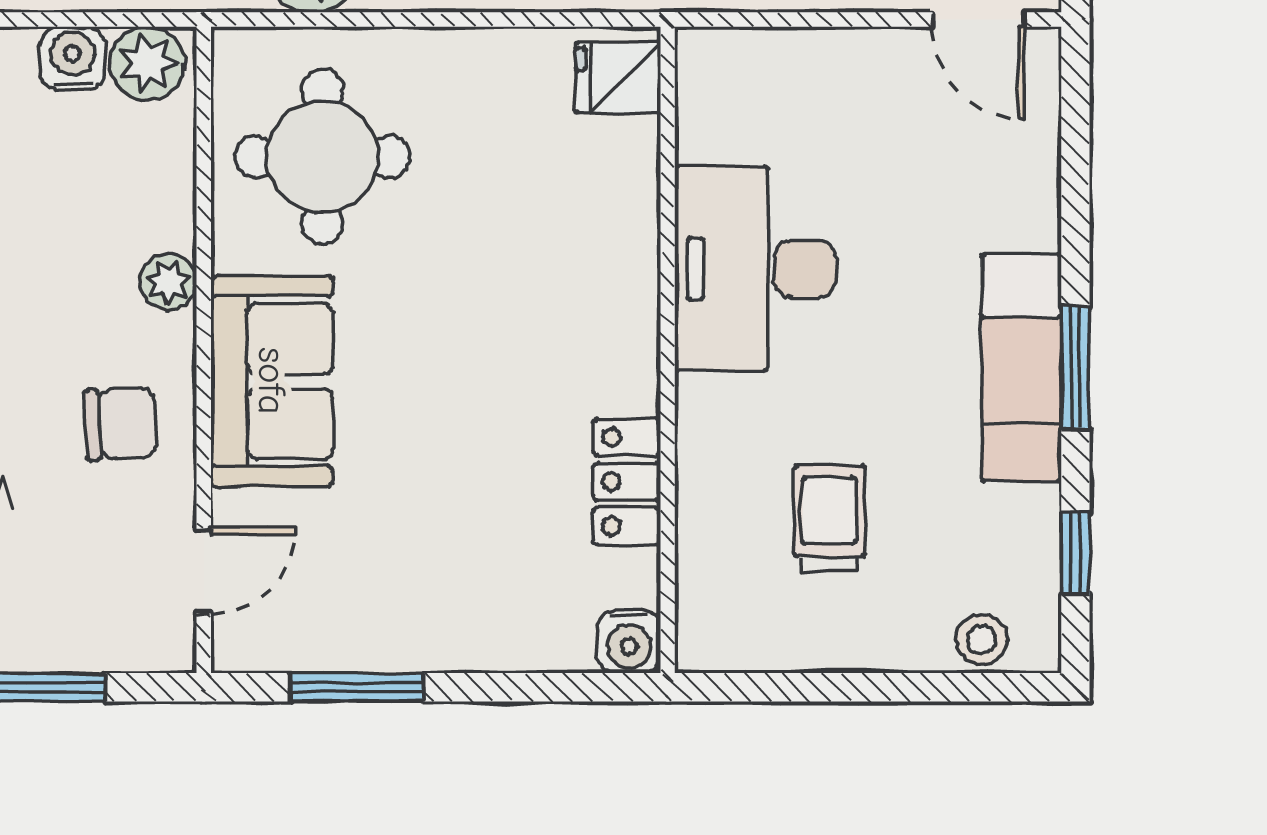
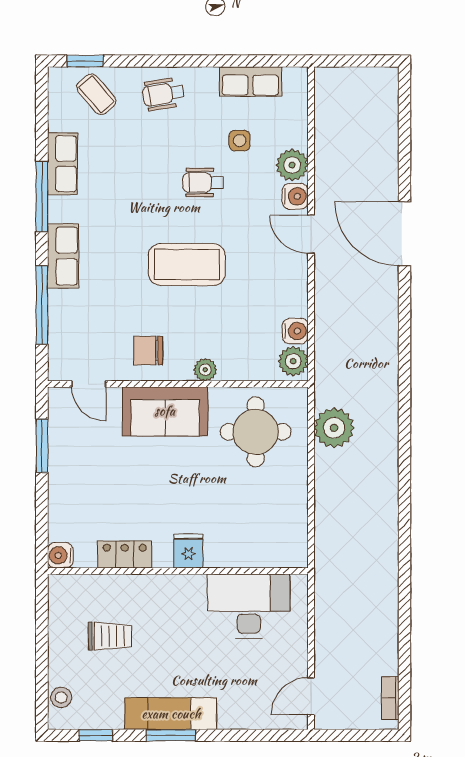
fridge: (618, 78) -> (188, 551), moved
desk: (755, 269) -> (249, 606), moved
chair: (121, 423) -> (148, 351), turned 93

